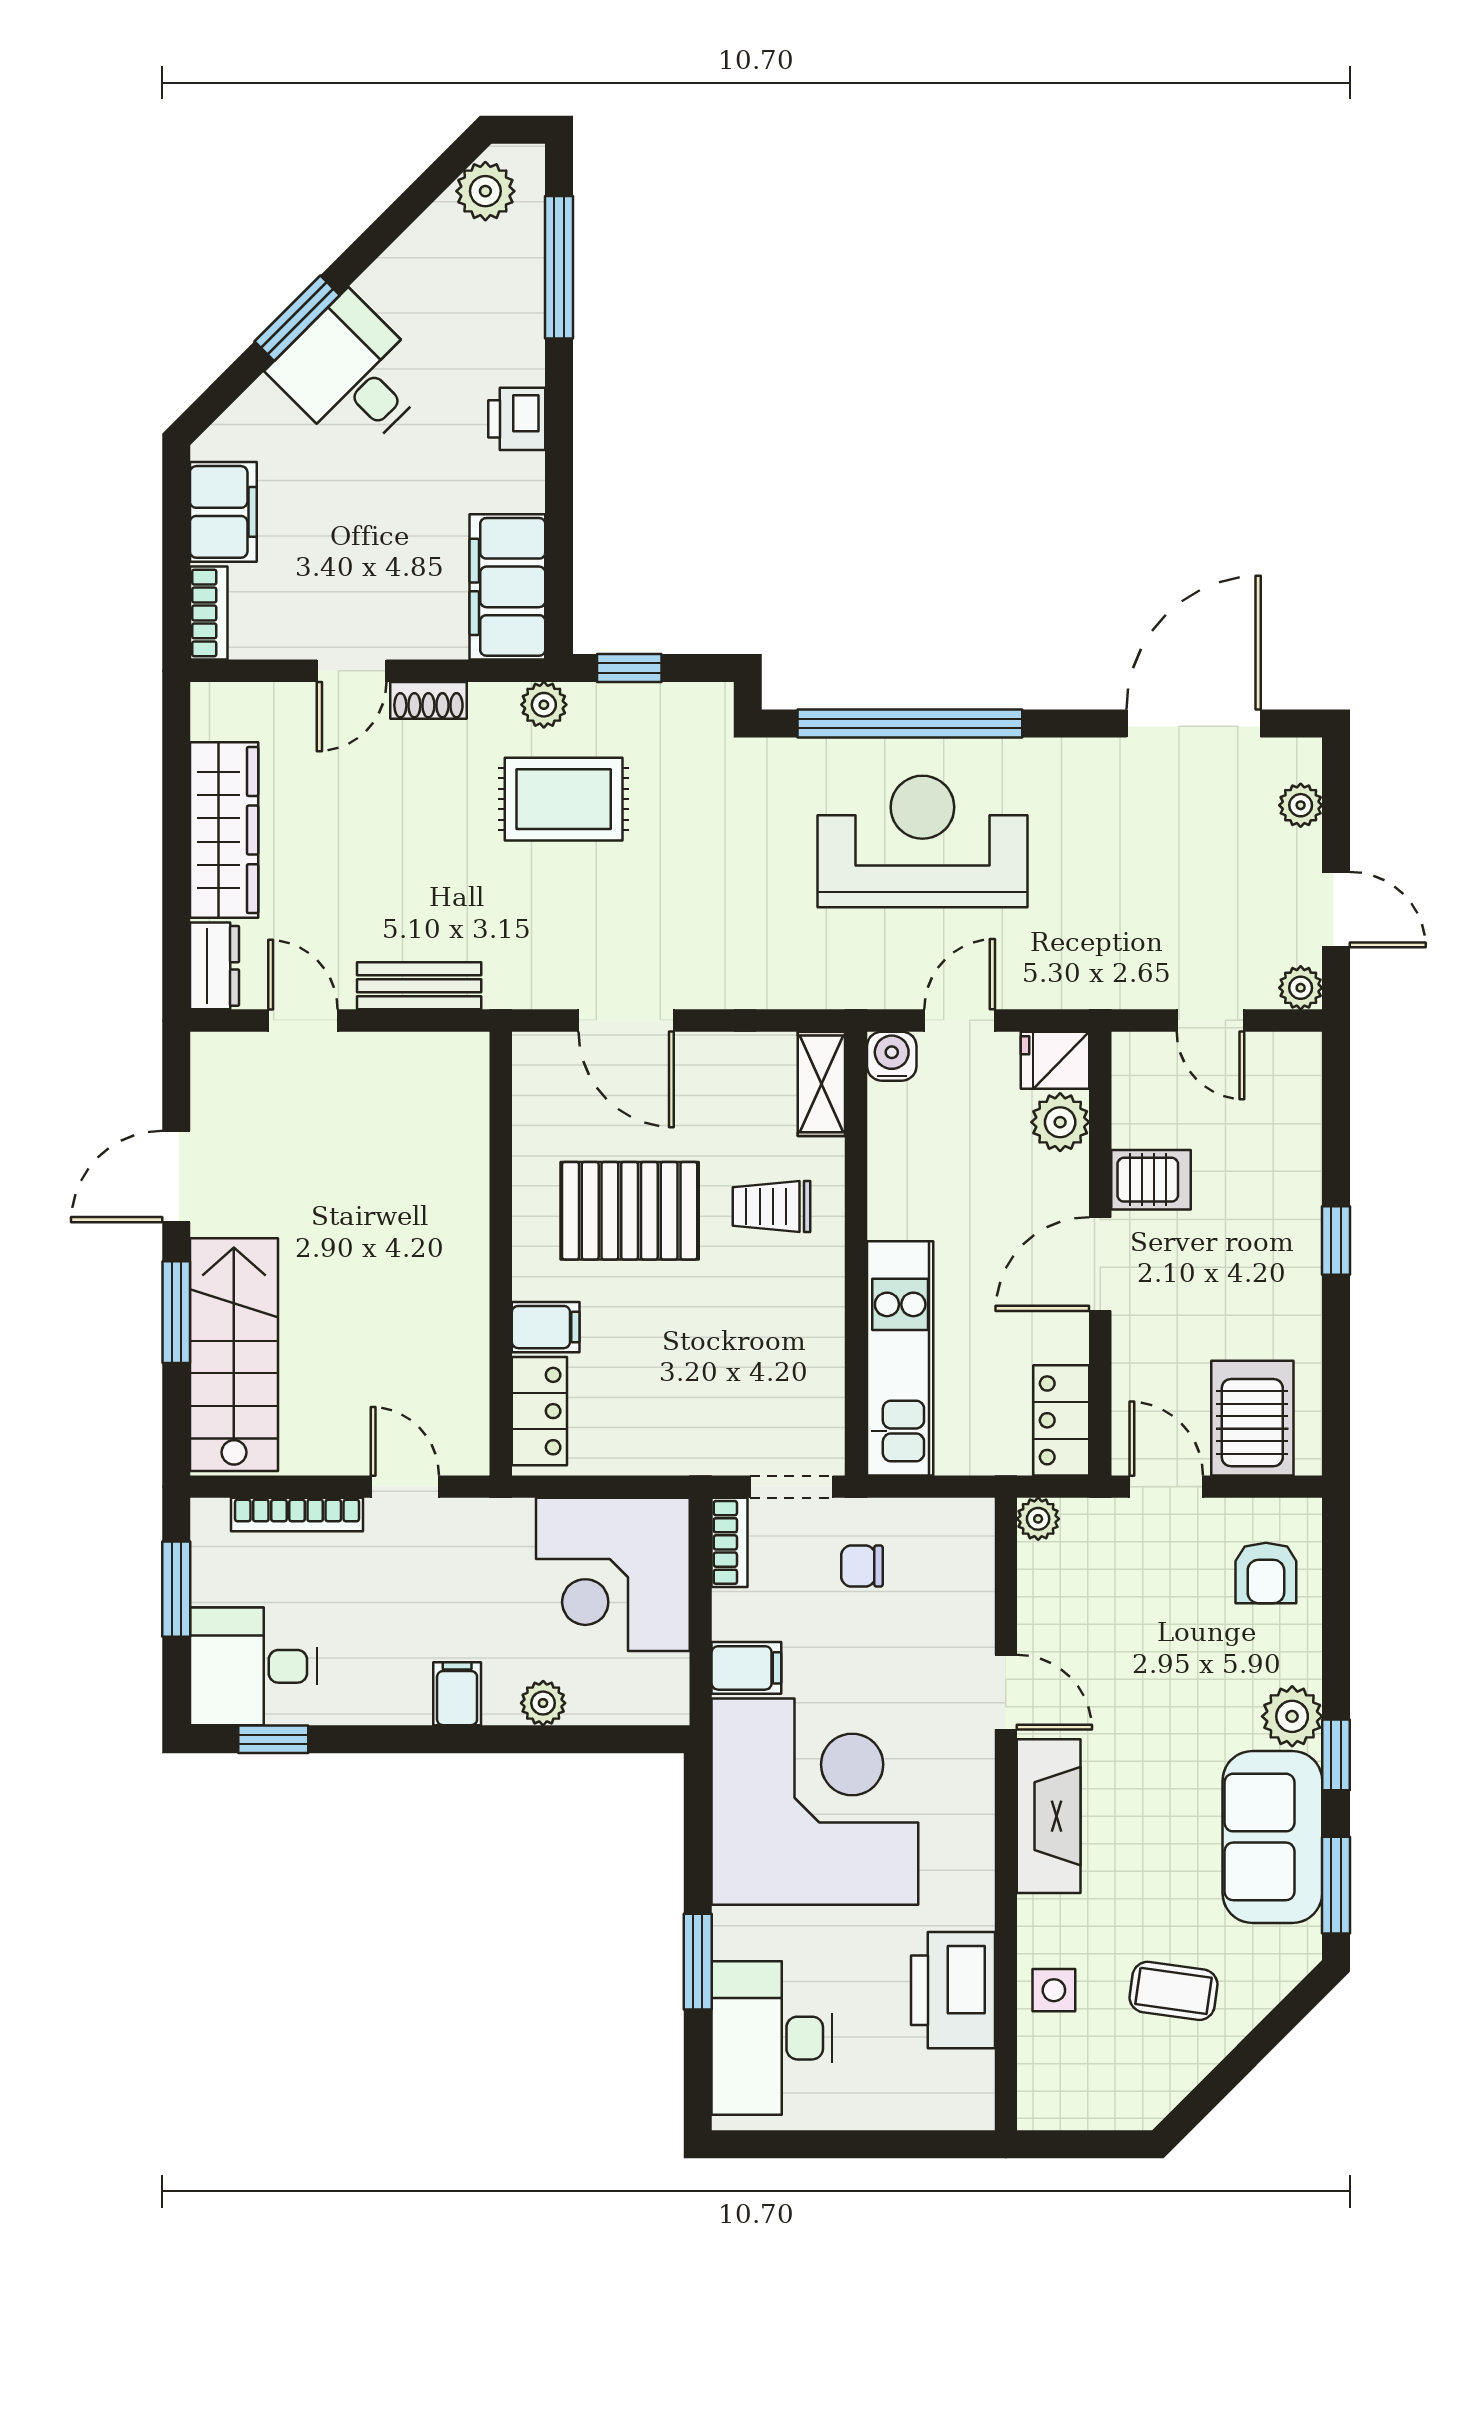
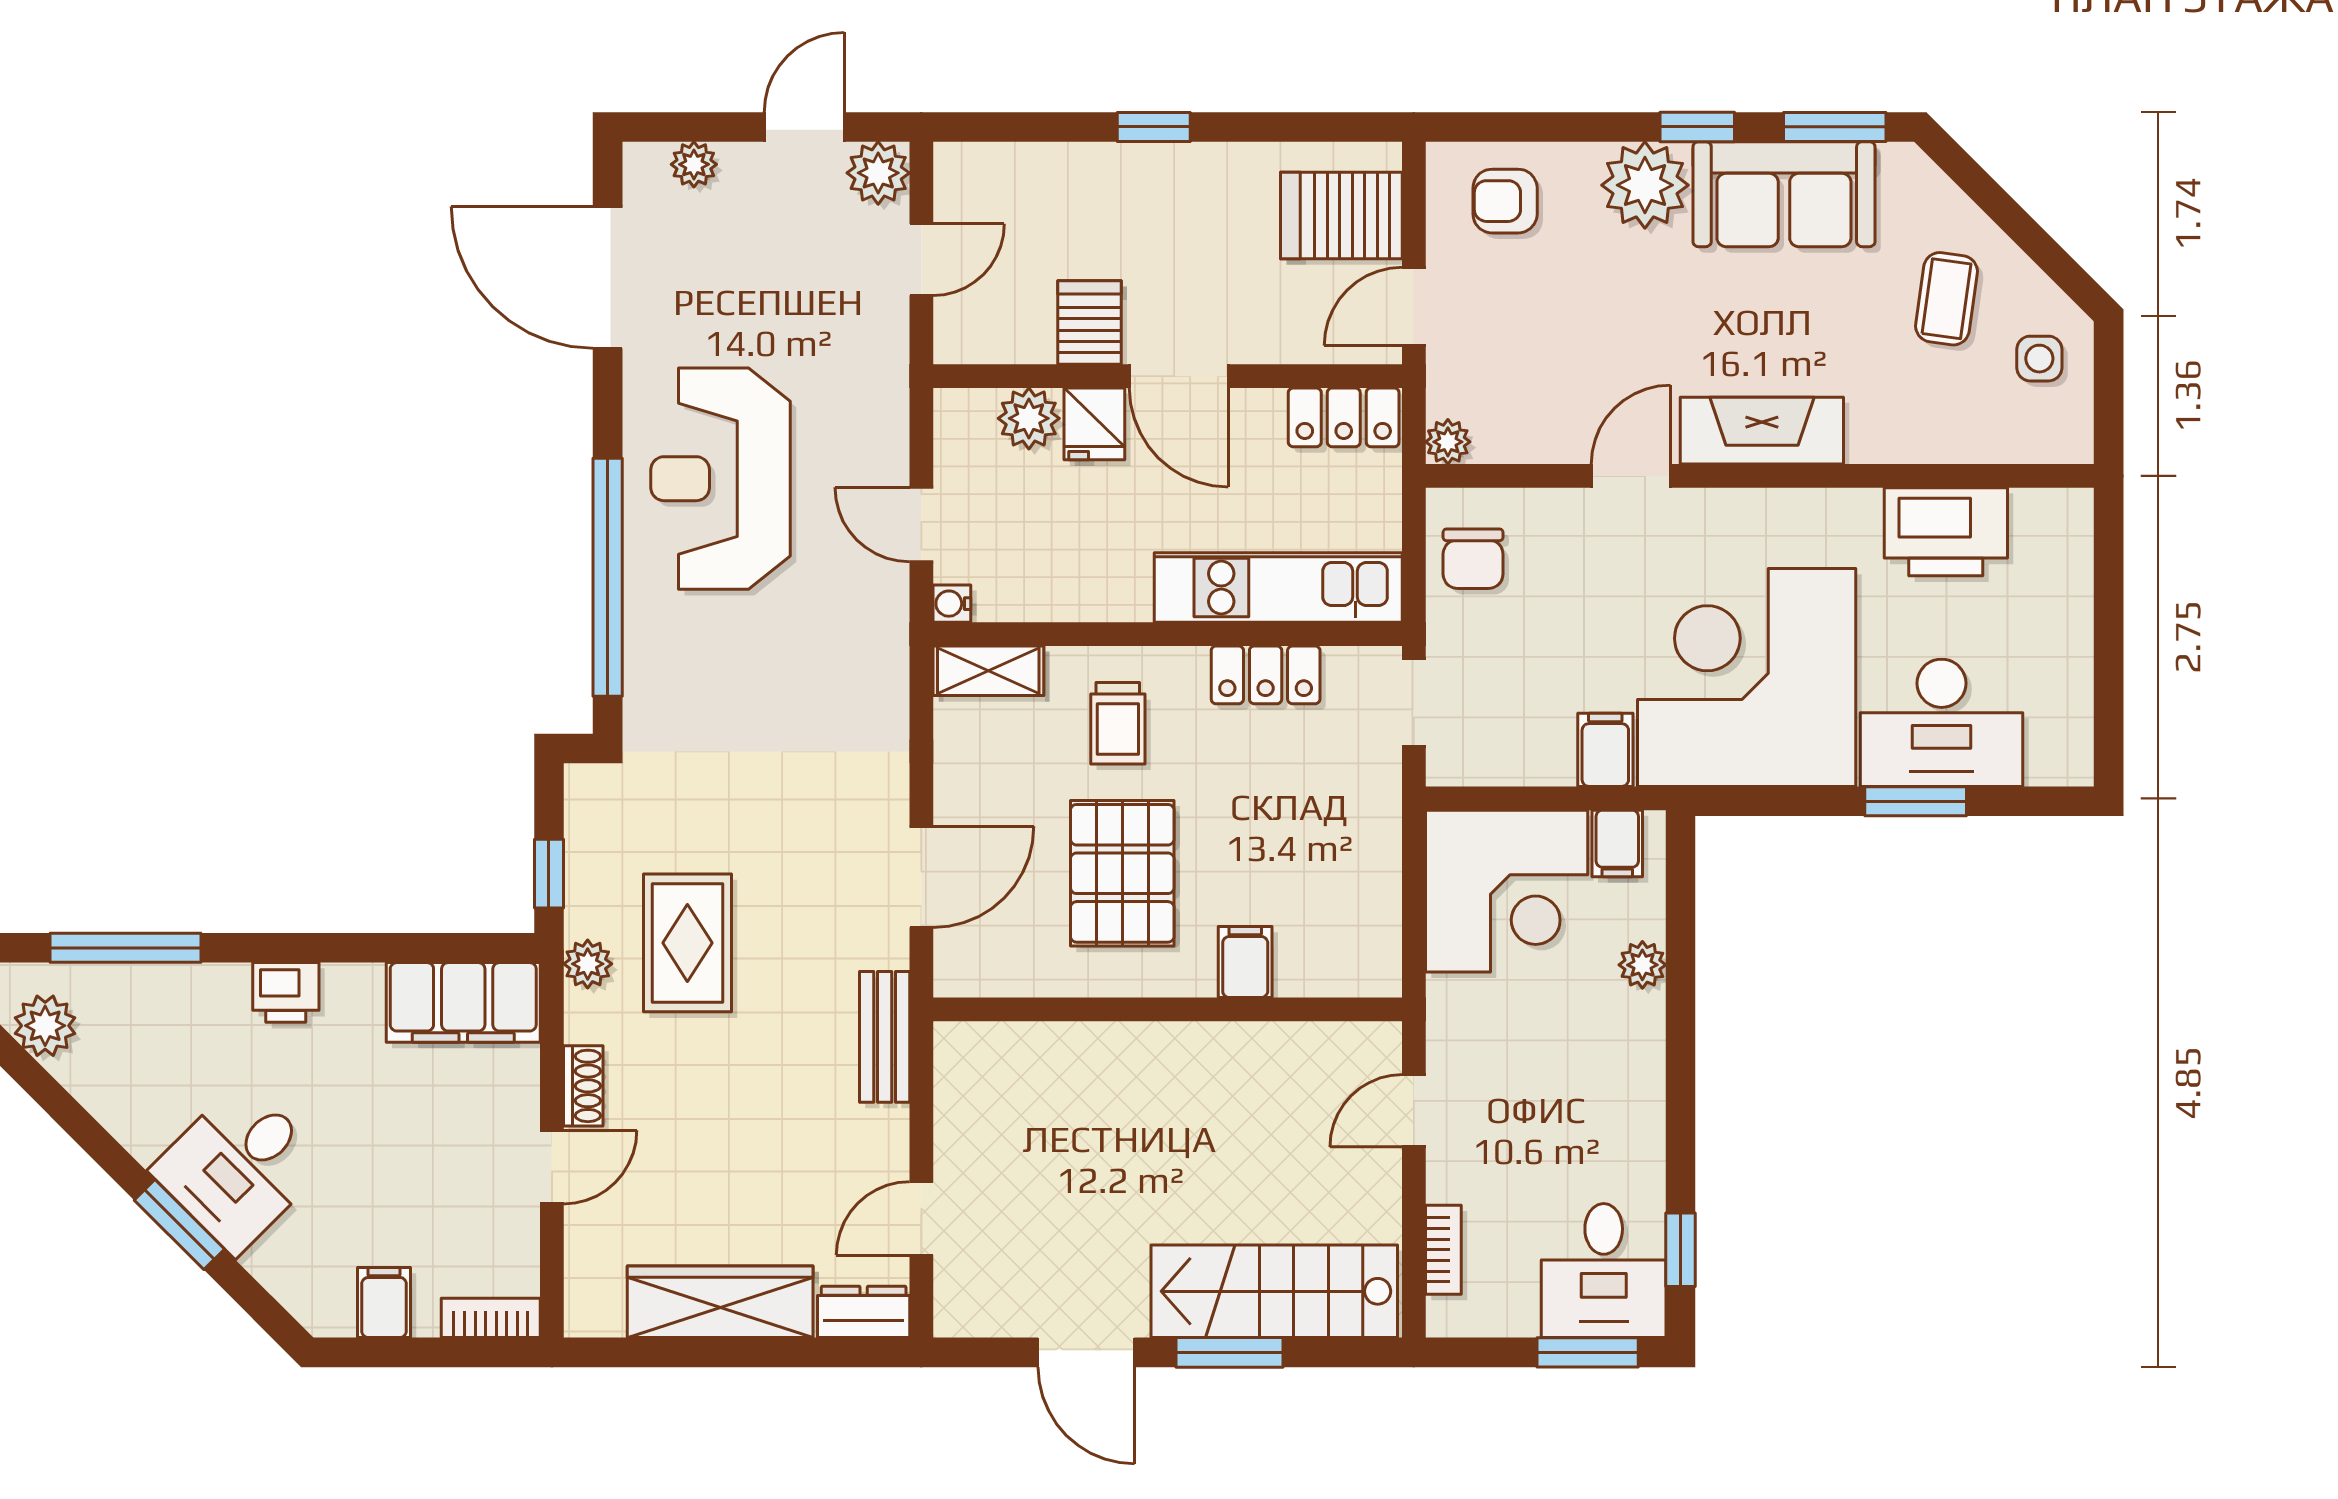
filing cabinet: (223, 512) -> (384, 1303), width x0.50
door: (352, 671) -> (552, 1167), hinge flipped
reception desk: (922, 842) -> (721, 479), moved
bench: (419, 986) -> (885, 1037), moved
plant: (1301, 988) -> (878, 173), width x1.38, depth x1.38
water cooler: (892, 1056) -> (952, 604), width x0.72, depth x0.72
fridge: (1055, 1060) -> (1094, 424), moved
locker: (539, 1411) -> (1266, 675), moved, turned 180
bookcase: (297, 1515) -> (1443, 1250), width x0.64
bookcase: (730, 1542) -> (1473, 768), removed
chair: (862, 1566) -> (1473, 559), moved, width x1.37, depth x1.37
armchair: (1266, 1573) -> (1505, 201), turned 180
window: (176, 1589) -> (1588, 1352), moved
filing cabinet: (457, 1694) -> (1617, 843), moved, turned -90
plant: (1292, 1716) -> (1645, 185), width x1.36, depth x1.36
side table: (1054, 1990) -> (2039, 359), moved
desk: (772, 2038) -> (1942, 723), moved

